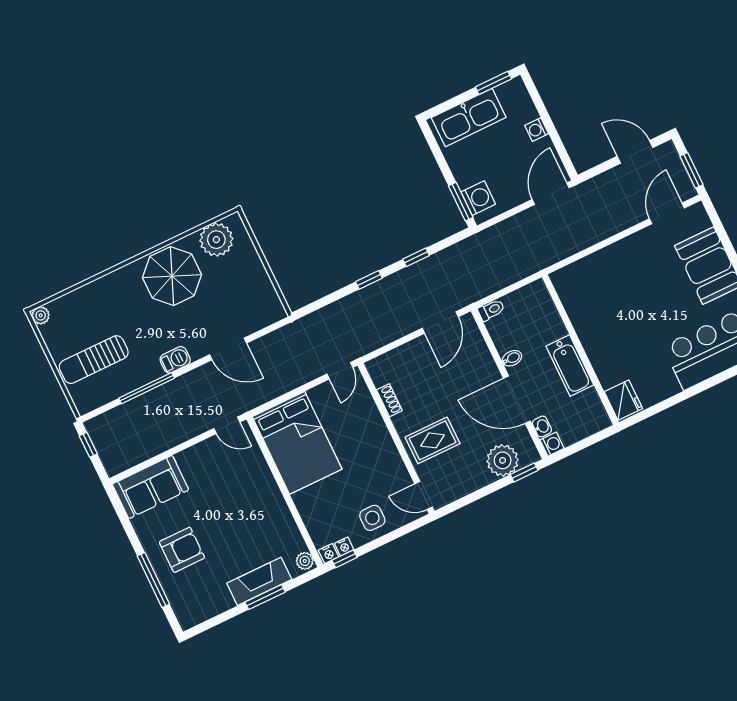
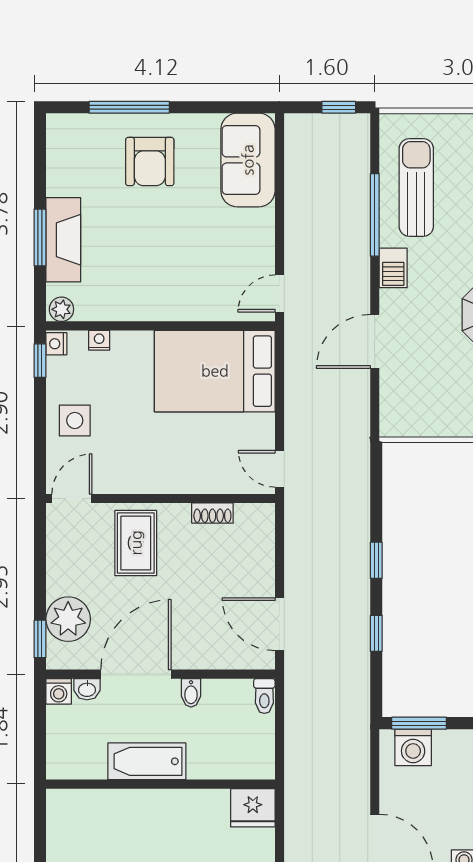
sun lounger: (94, 360) -> (416, 188), moved
fridge: (623, 400) -> (253, 808), moved
nightstand: (344, 546) -> (99, 340), moved, turned 90

